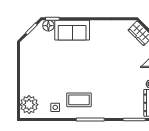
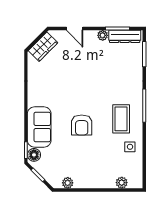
plant: (25, 54) -> (68, 183), added
armchair: (74, 66) -> (82, 125), added
plant: (29, 105) -> (122, 183), width x0.53, depth x0.53

